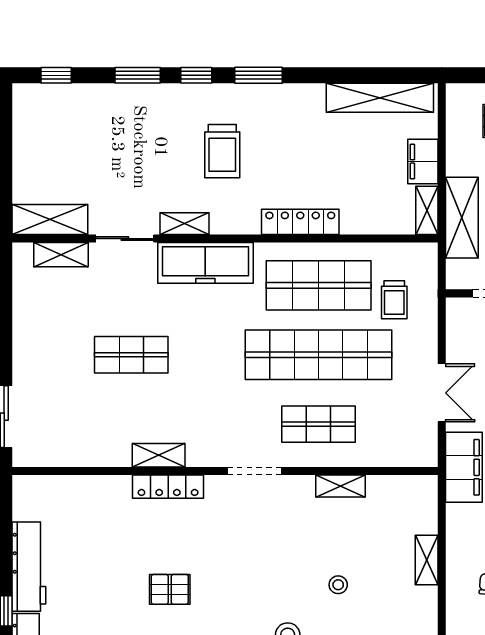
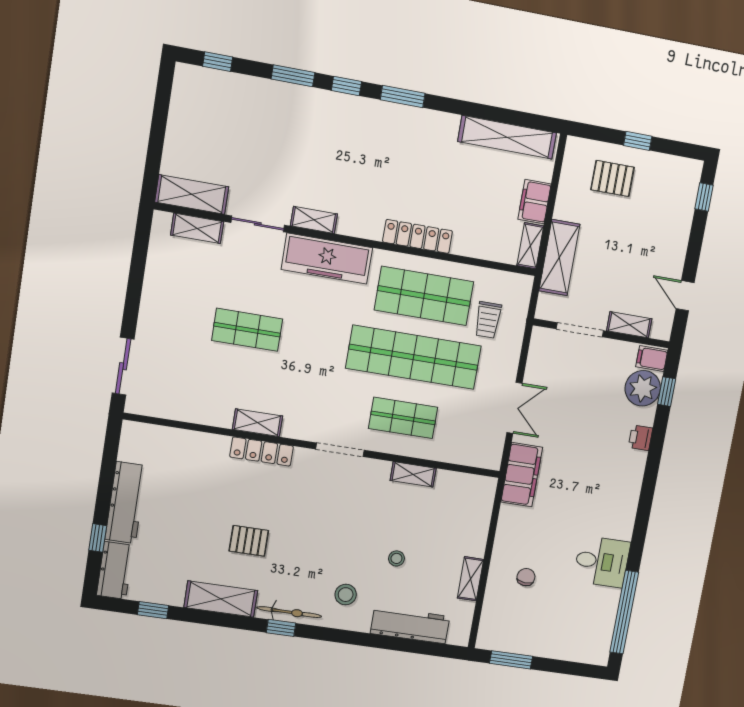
trolley: (222, 151) -> (359, 160), removed
shelving: (427, 560) -> (470, 579), moved

